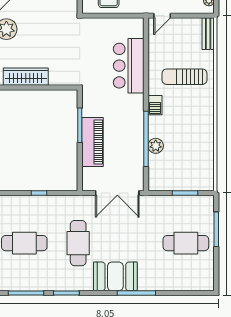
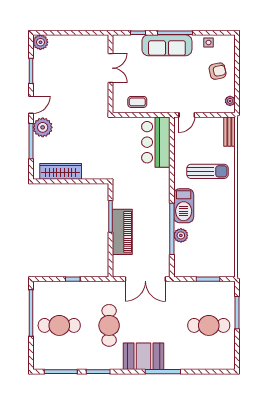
bar counter: (129, 66) -> (156, 142), moved
sun lounger: (185, 77) -> (208, 171), turned 180
barbecue: (155, 105) -> (184, 206), width x1.88, depth x1.53

